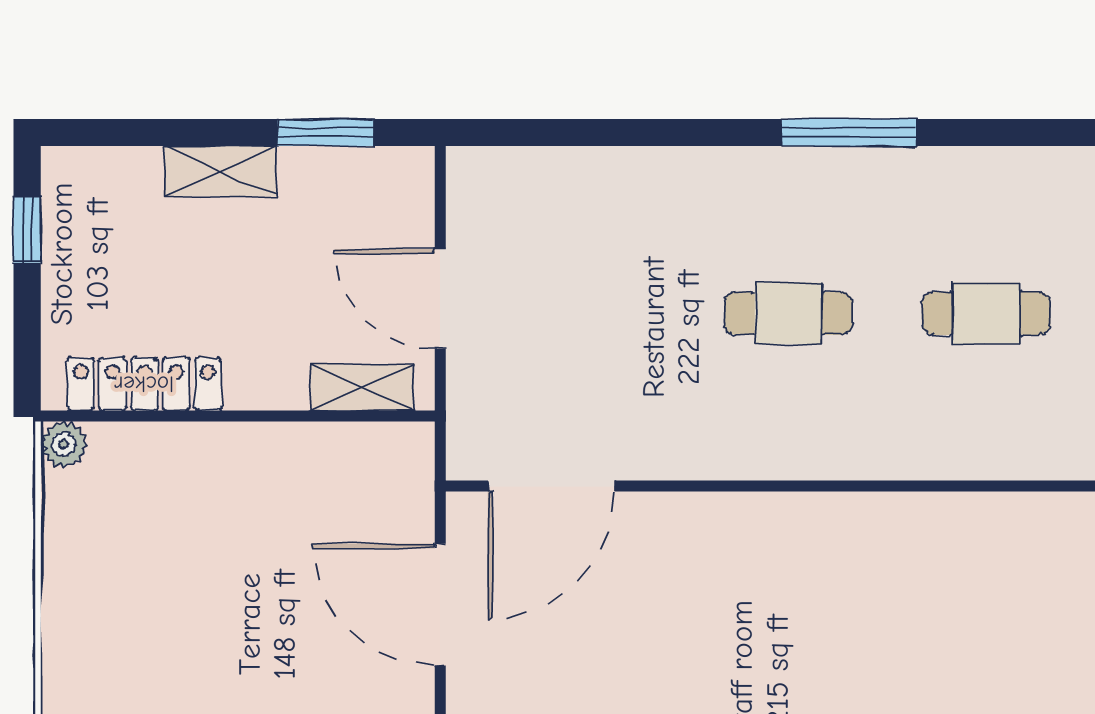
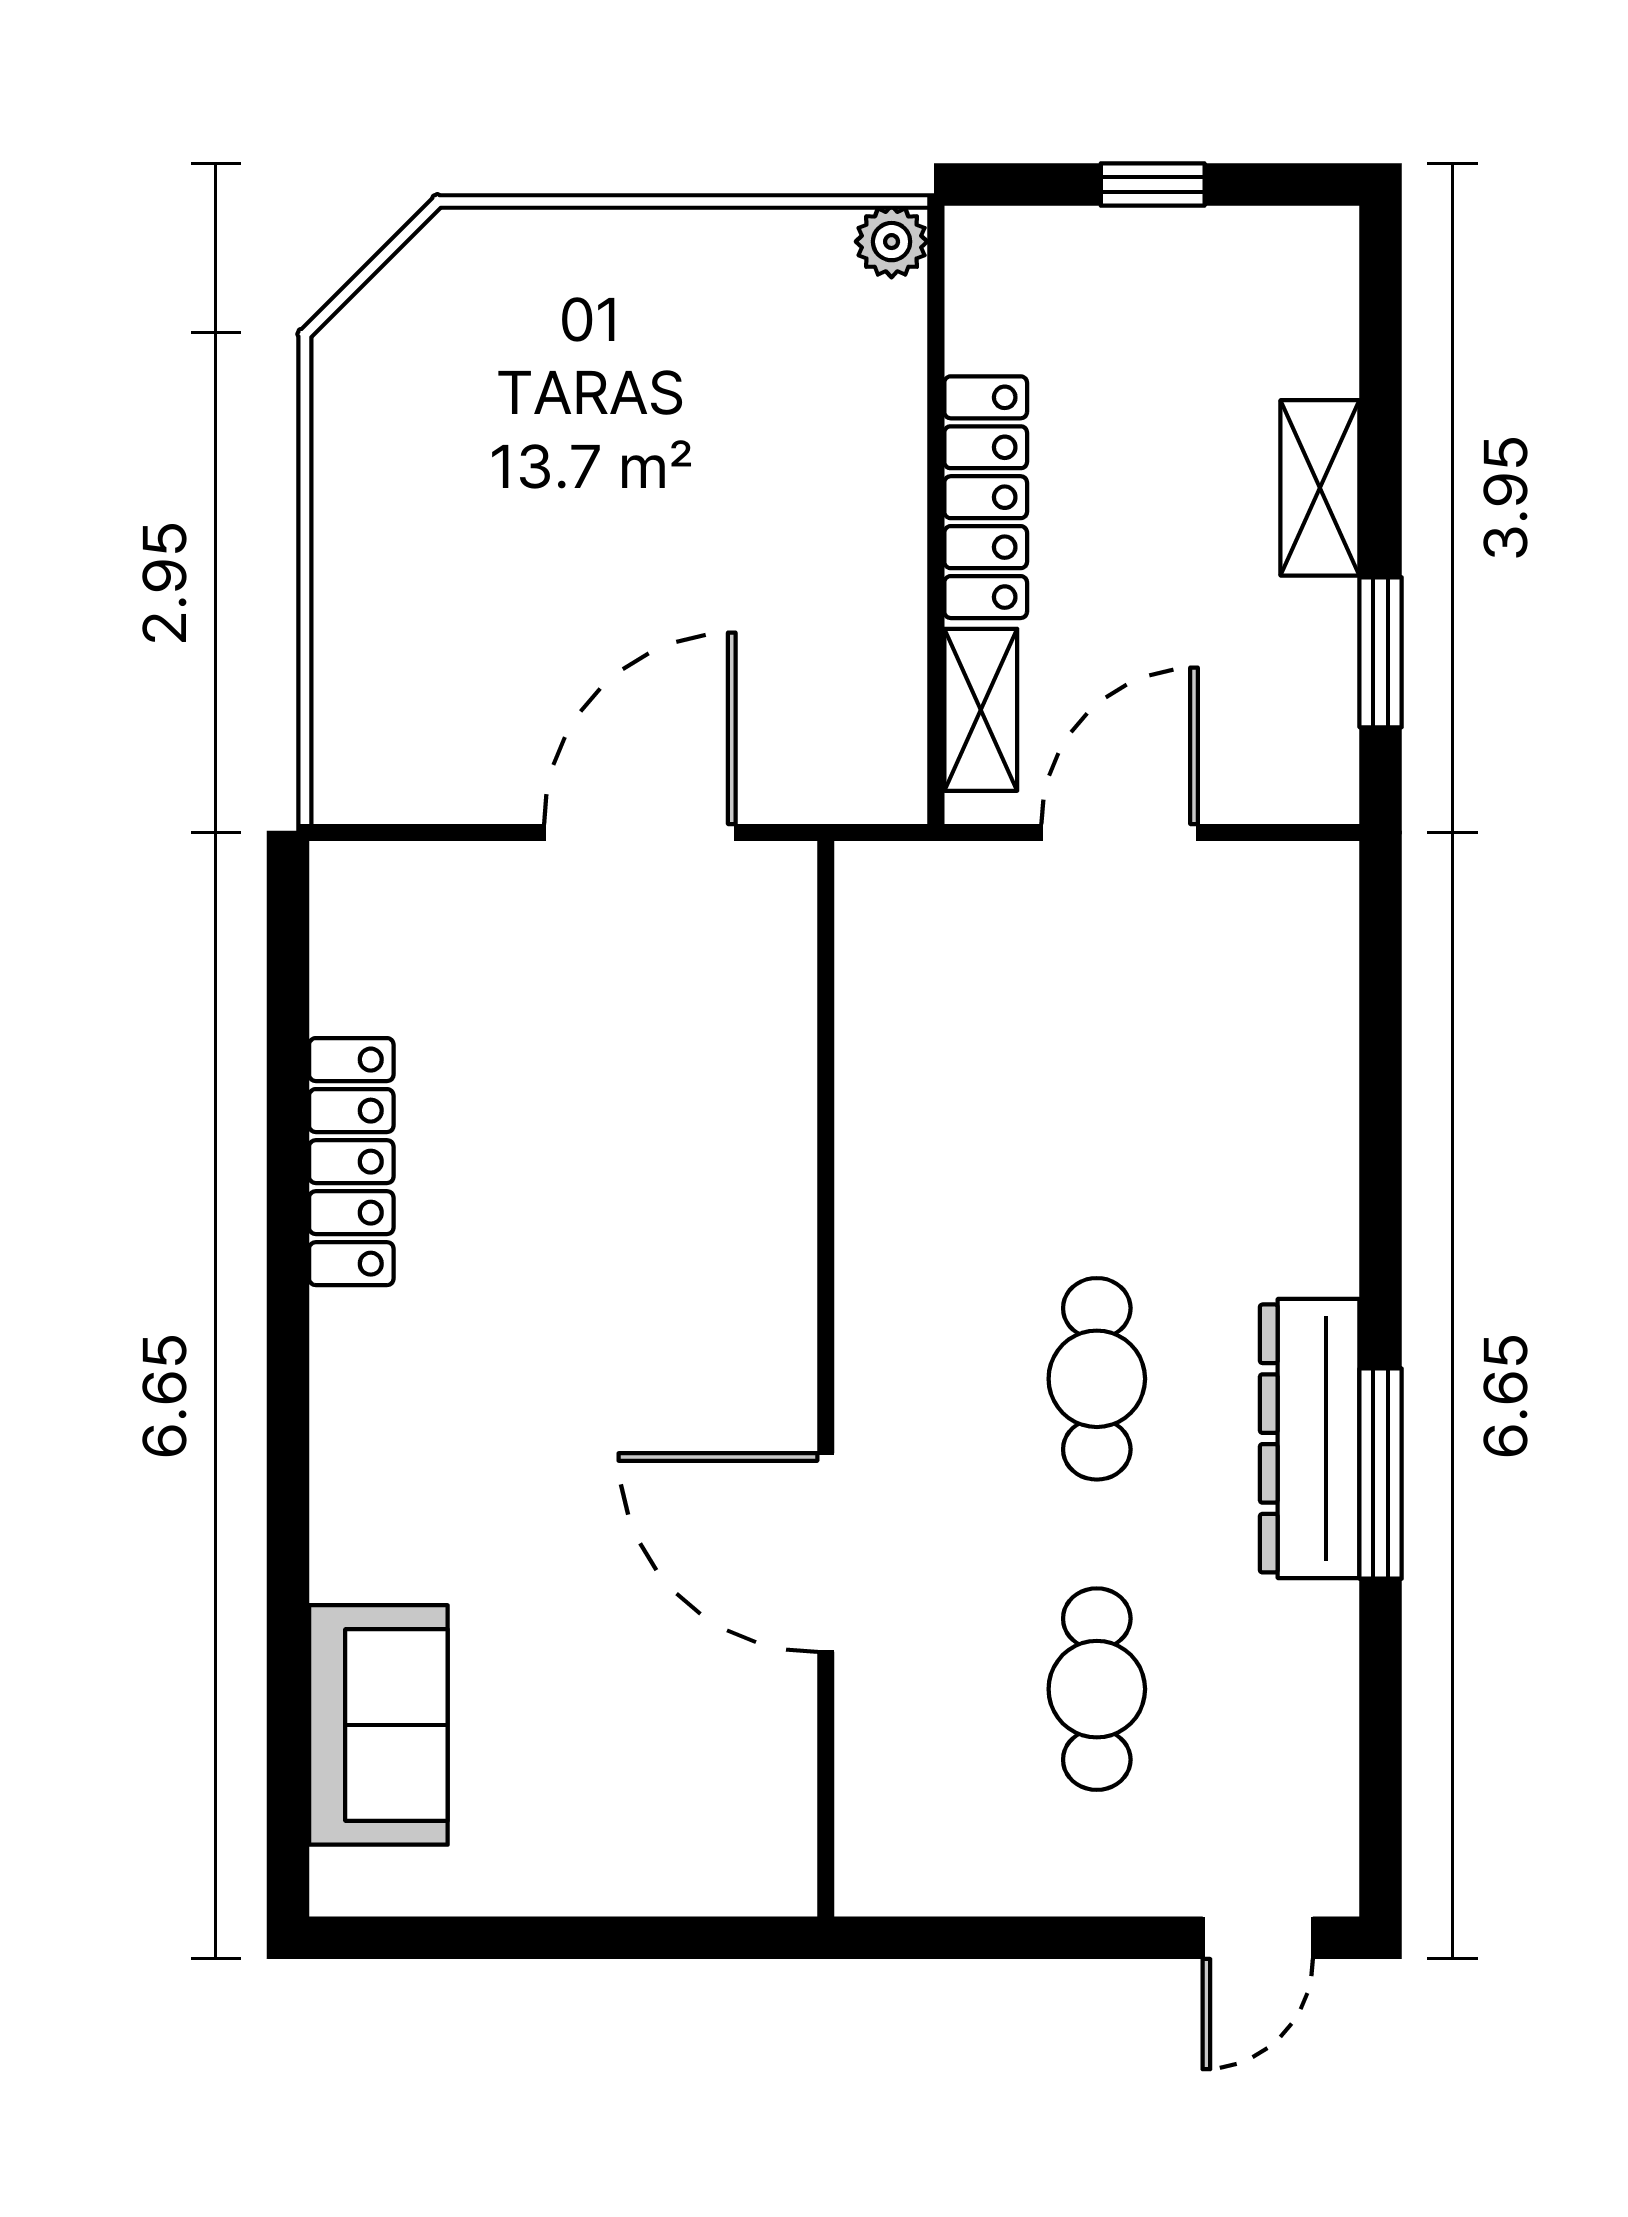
dresser: (826, 178) -> (1310, 1438), added
window: (27, 229) -> (1153, 185), moved
locker: (144, 384) -> (986, 497), moved
door: (551, 486) -> (826, 1553), moved

